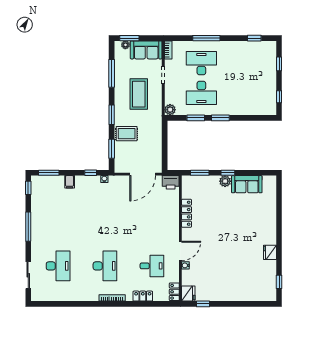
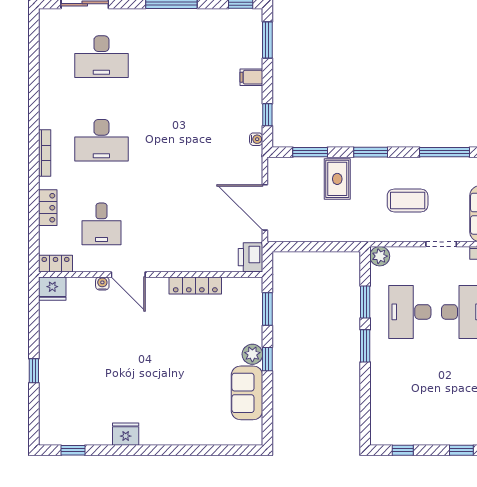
coffee table: (139, 94) -> (408, 200), width x0.73, depth x0.76
window: (203, 304) -> (34, 371), moved

